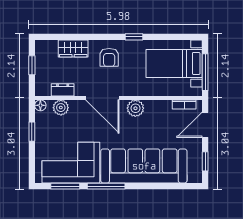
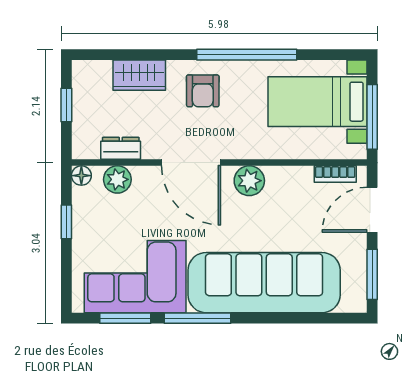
window: (134, 37) -> (247, 55), width x3.17
window: (205, 161) -> (372, 274), width x1.50

